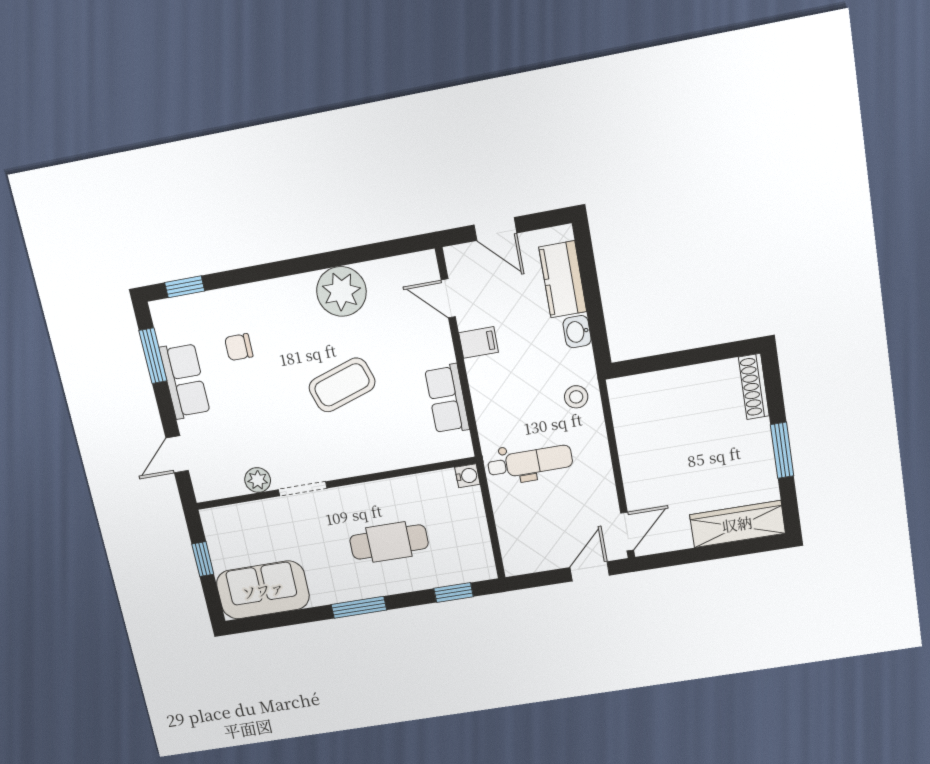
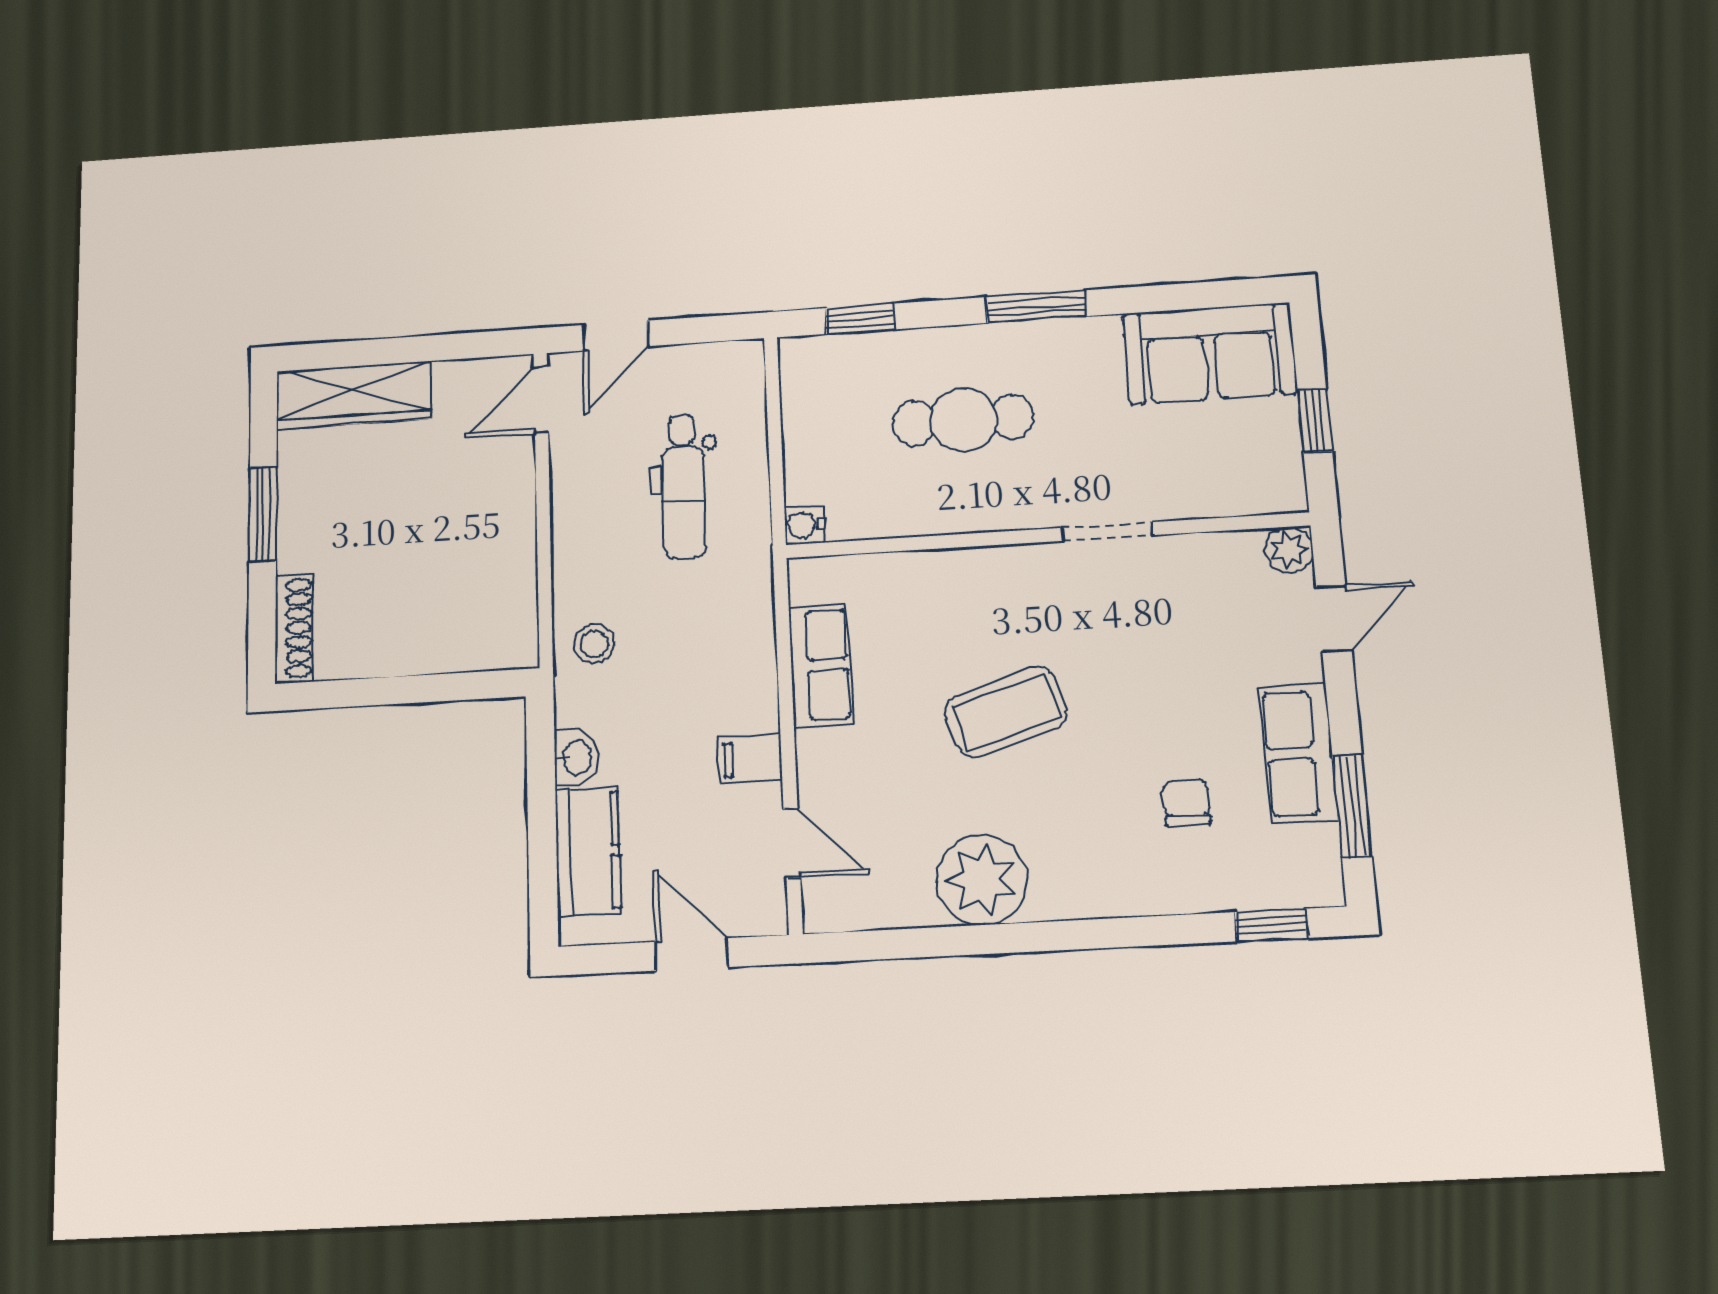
chair: (239, 347) -> (1187, 802), turned -90
dental chair: (530, 462) -> (684, 486), moved, turned -90
plant: (258, 480) -> (1289, 550), moved

